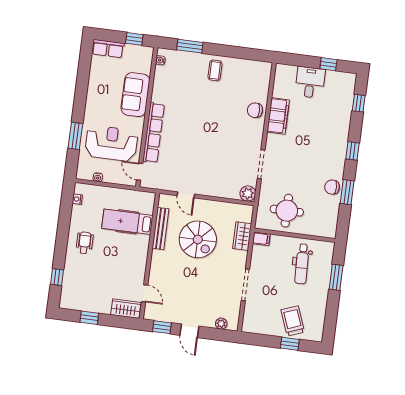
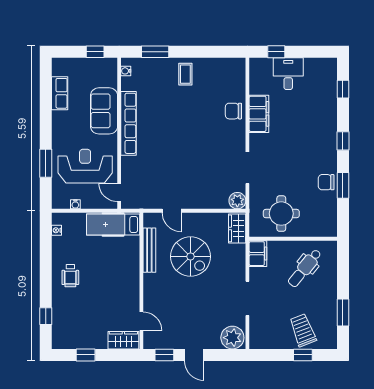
row of seats: (108, 49) -> (60, 93), moved, turned -90
window: (328, 64) -> (276, 52), moved
row of seats: (154, 133) -> (129, 123), moved
hospital bed: (127, 222) -> (113, 224), moved
wardrobe: (242, 236) -> (237, 228), moved
filing cabinet: (261, 239) -> (258, 254), width x2.00
wheelchair: (85, 243) -> (70, 276), turned 180
dental chair: (302, 264) -> (305, 268), turned 41
window: (336, 277) -> (343, 313), moved
plant: (221, 324) -> (232, 338), width x1.88, depth x1.88

